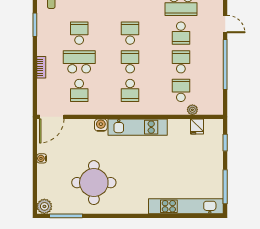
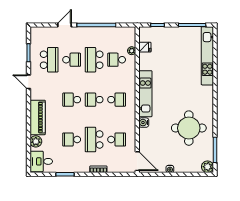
school desk: (181, 62) -> (94, 60), width x1.85

